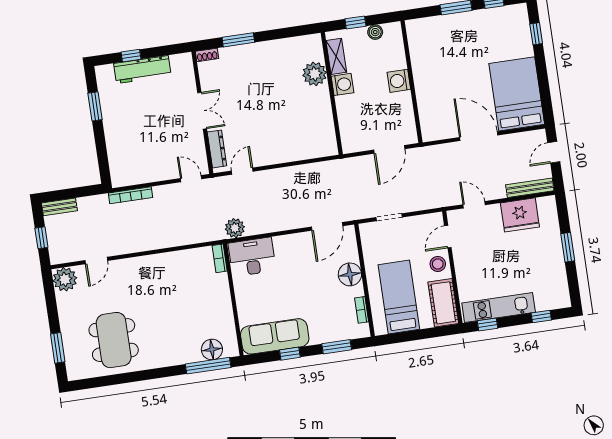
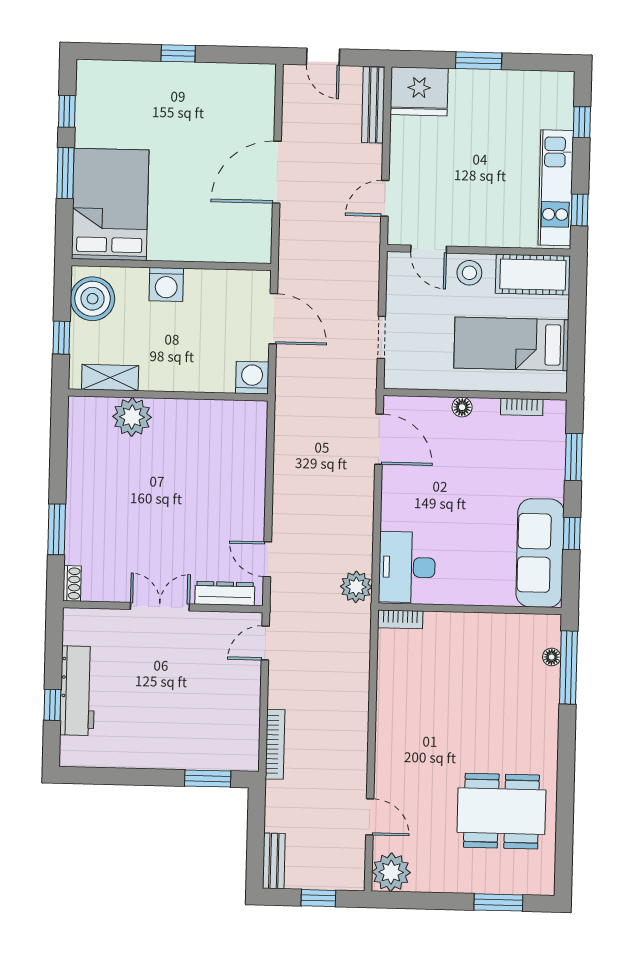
boiler: (375, 32) -> (93, 299), width x1.86, depth x1.86
window: (536, 34) -> (178, 53), moved
washing machine: (343, 84) -> (252, 378), moved
bed: (517, 94) -> (110, 204), moved, turned 90
window: (95, 106) -> (208, 779), moved
fridge: (520, 215) -> (419, 91), moved, turned 90
floor lamp: (350, 274) -> (462, 407), width x0.53, depth x0.53
floor lamp: (212, 349) -> (552, 657), width x0.53, depth x0.53

